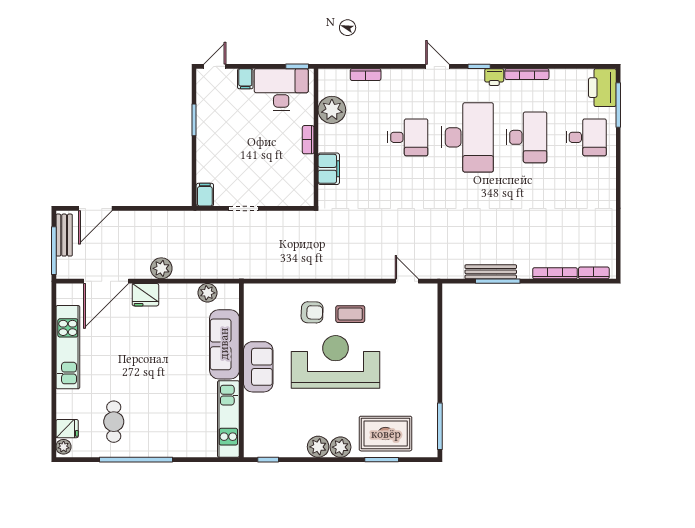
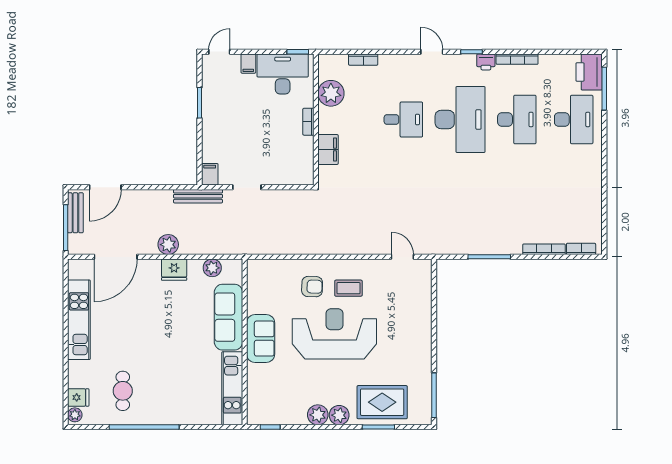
desk: (586, 137) -> (574, 119), width x1.37
bench: (491, 272) -> (198, 196), moved
fridge: (145, 295) -> (174, 270), moved

